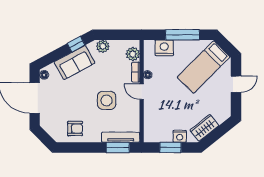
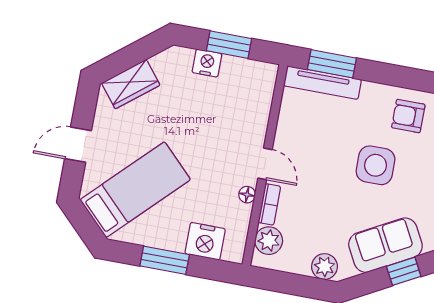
window: (183, 35) -> (165, 260), width x0.69
window: (76, 44) -> (404, 271), moved
side table: (107, 100) -> (376, 165), moved
wardrobe: (204, 128) -> (131, 84), moved

